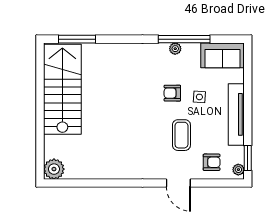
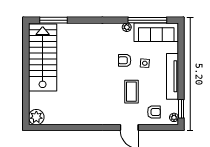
window: (184, 39) -> (147, 20), moved
sofa: (223, 55) -> (156, 32), width x1.36

